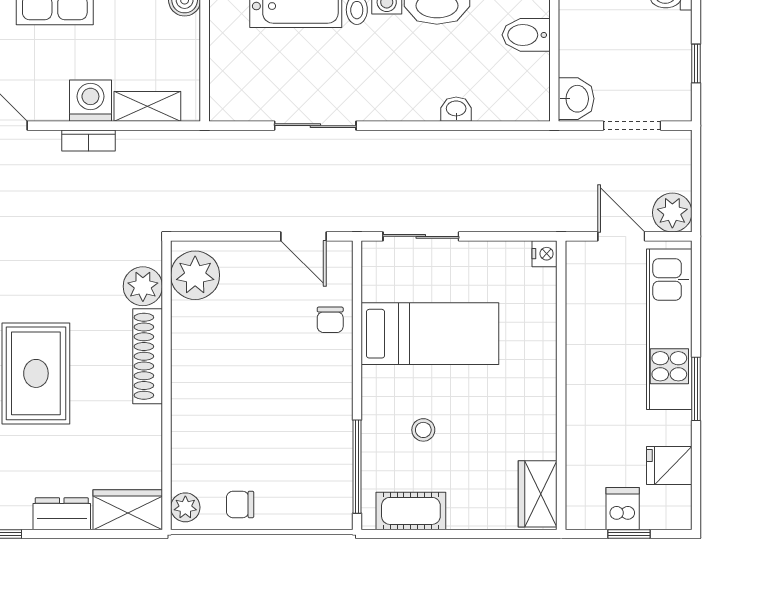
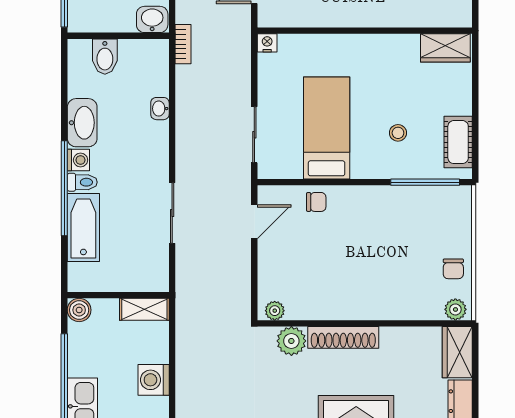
shelving: (147, 106) -> (144, 309), moved, turned 90
bookcase: (88, 140) -> (183, 44), moved
plant: (195, 275) -> (275, 311), width x0.53, depth x0.53

